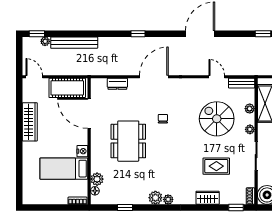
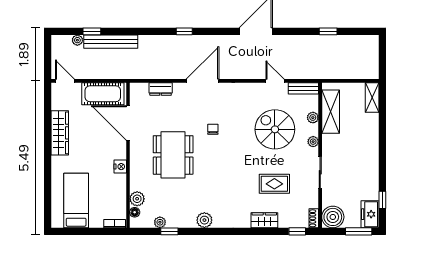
window: (37, 34) -> (92, 31), moved
bed: (64, 169) -> (76, 201), moved, turned 90
plant: (168, 199) -> (160, 222), moved

